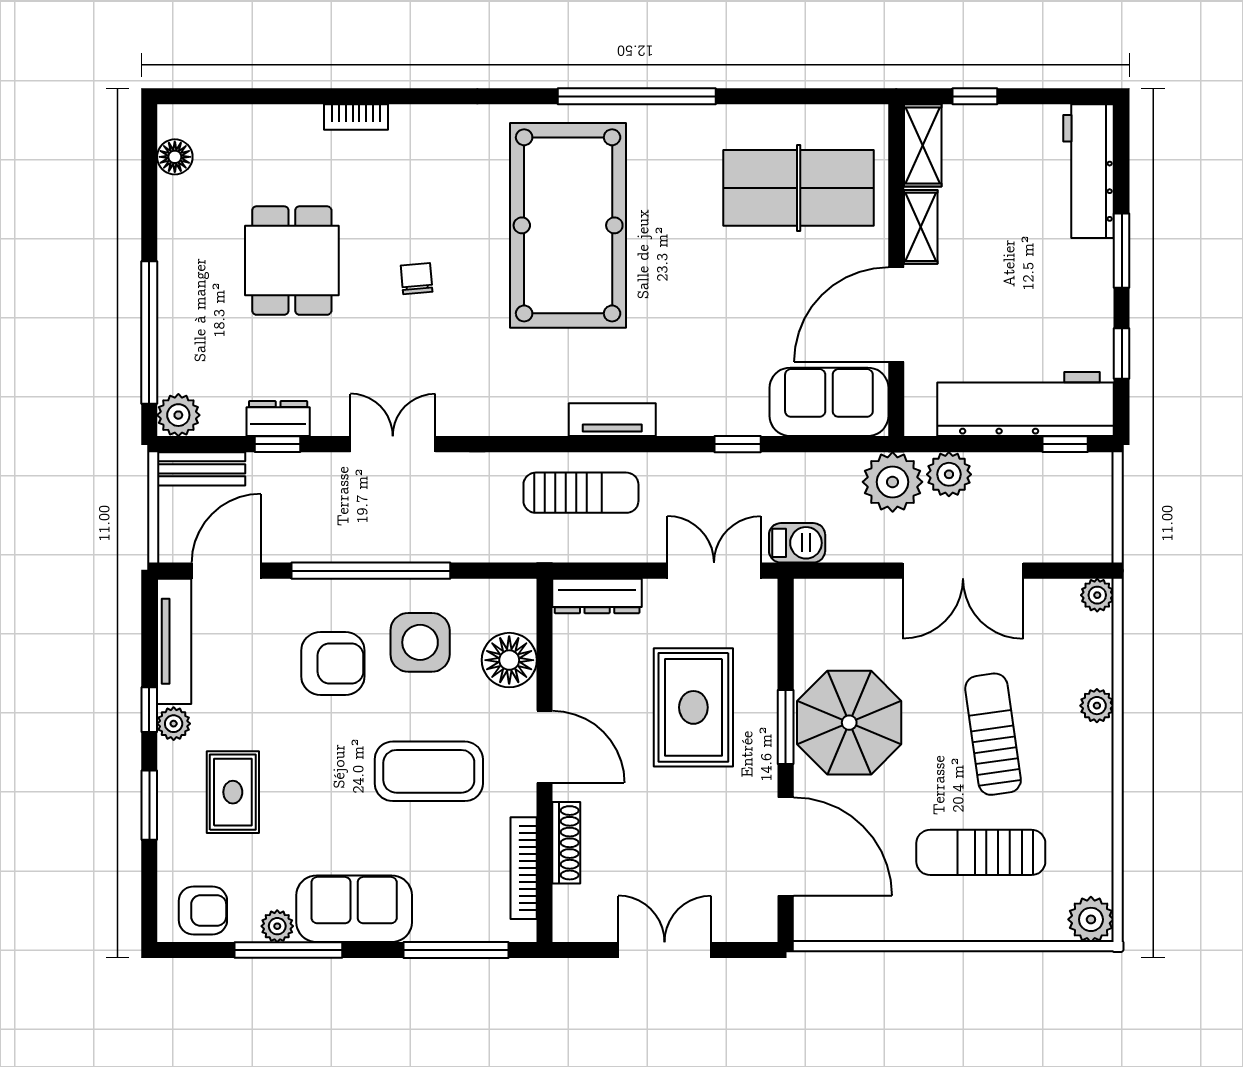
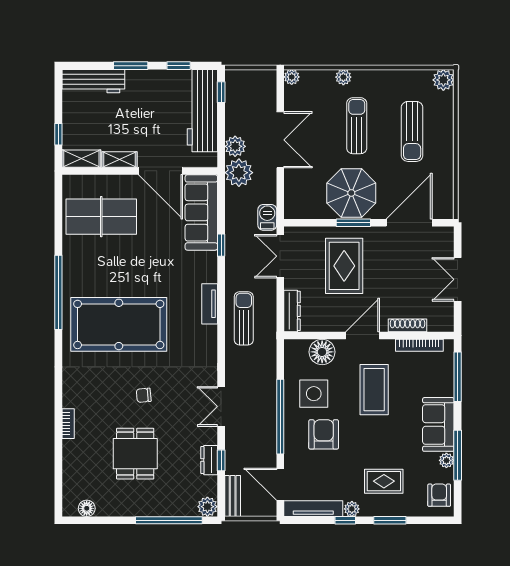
table tennis table: (799, 188) -> (101, 217), turned 90
dining table: (292, 261) -> (135, 454), turned 90
sofa: (829, 402) -> (201, 212), width x1.36
rug: (693, 707) -> (344, 266), turned 90
sun lounger: (993, 734) -> (357, 126), turned 98

